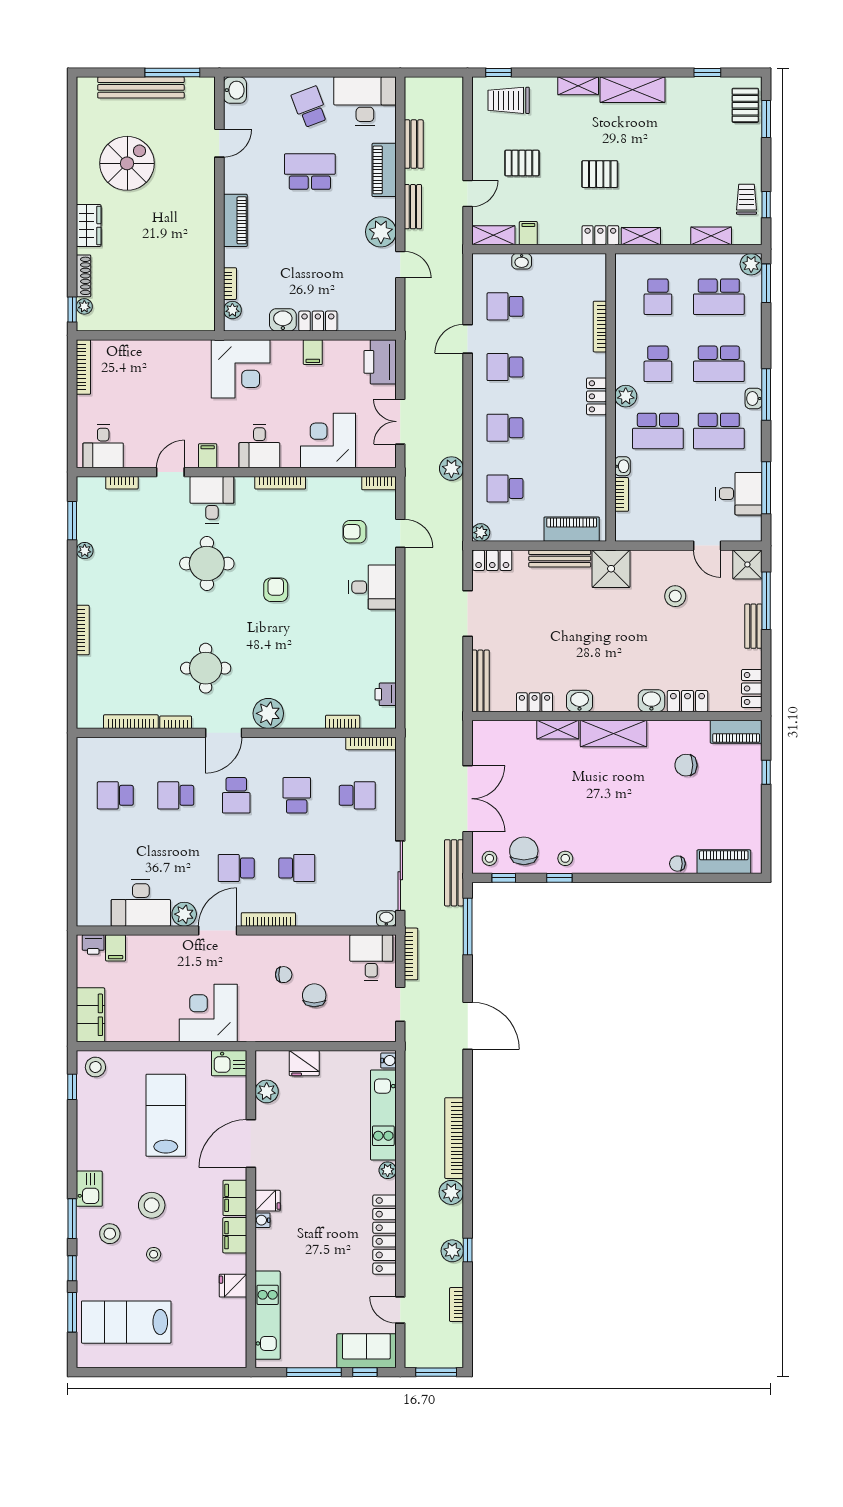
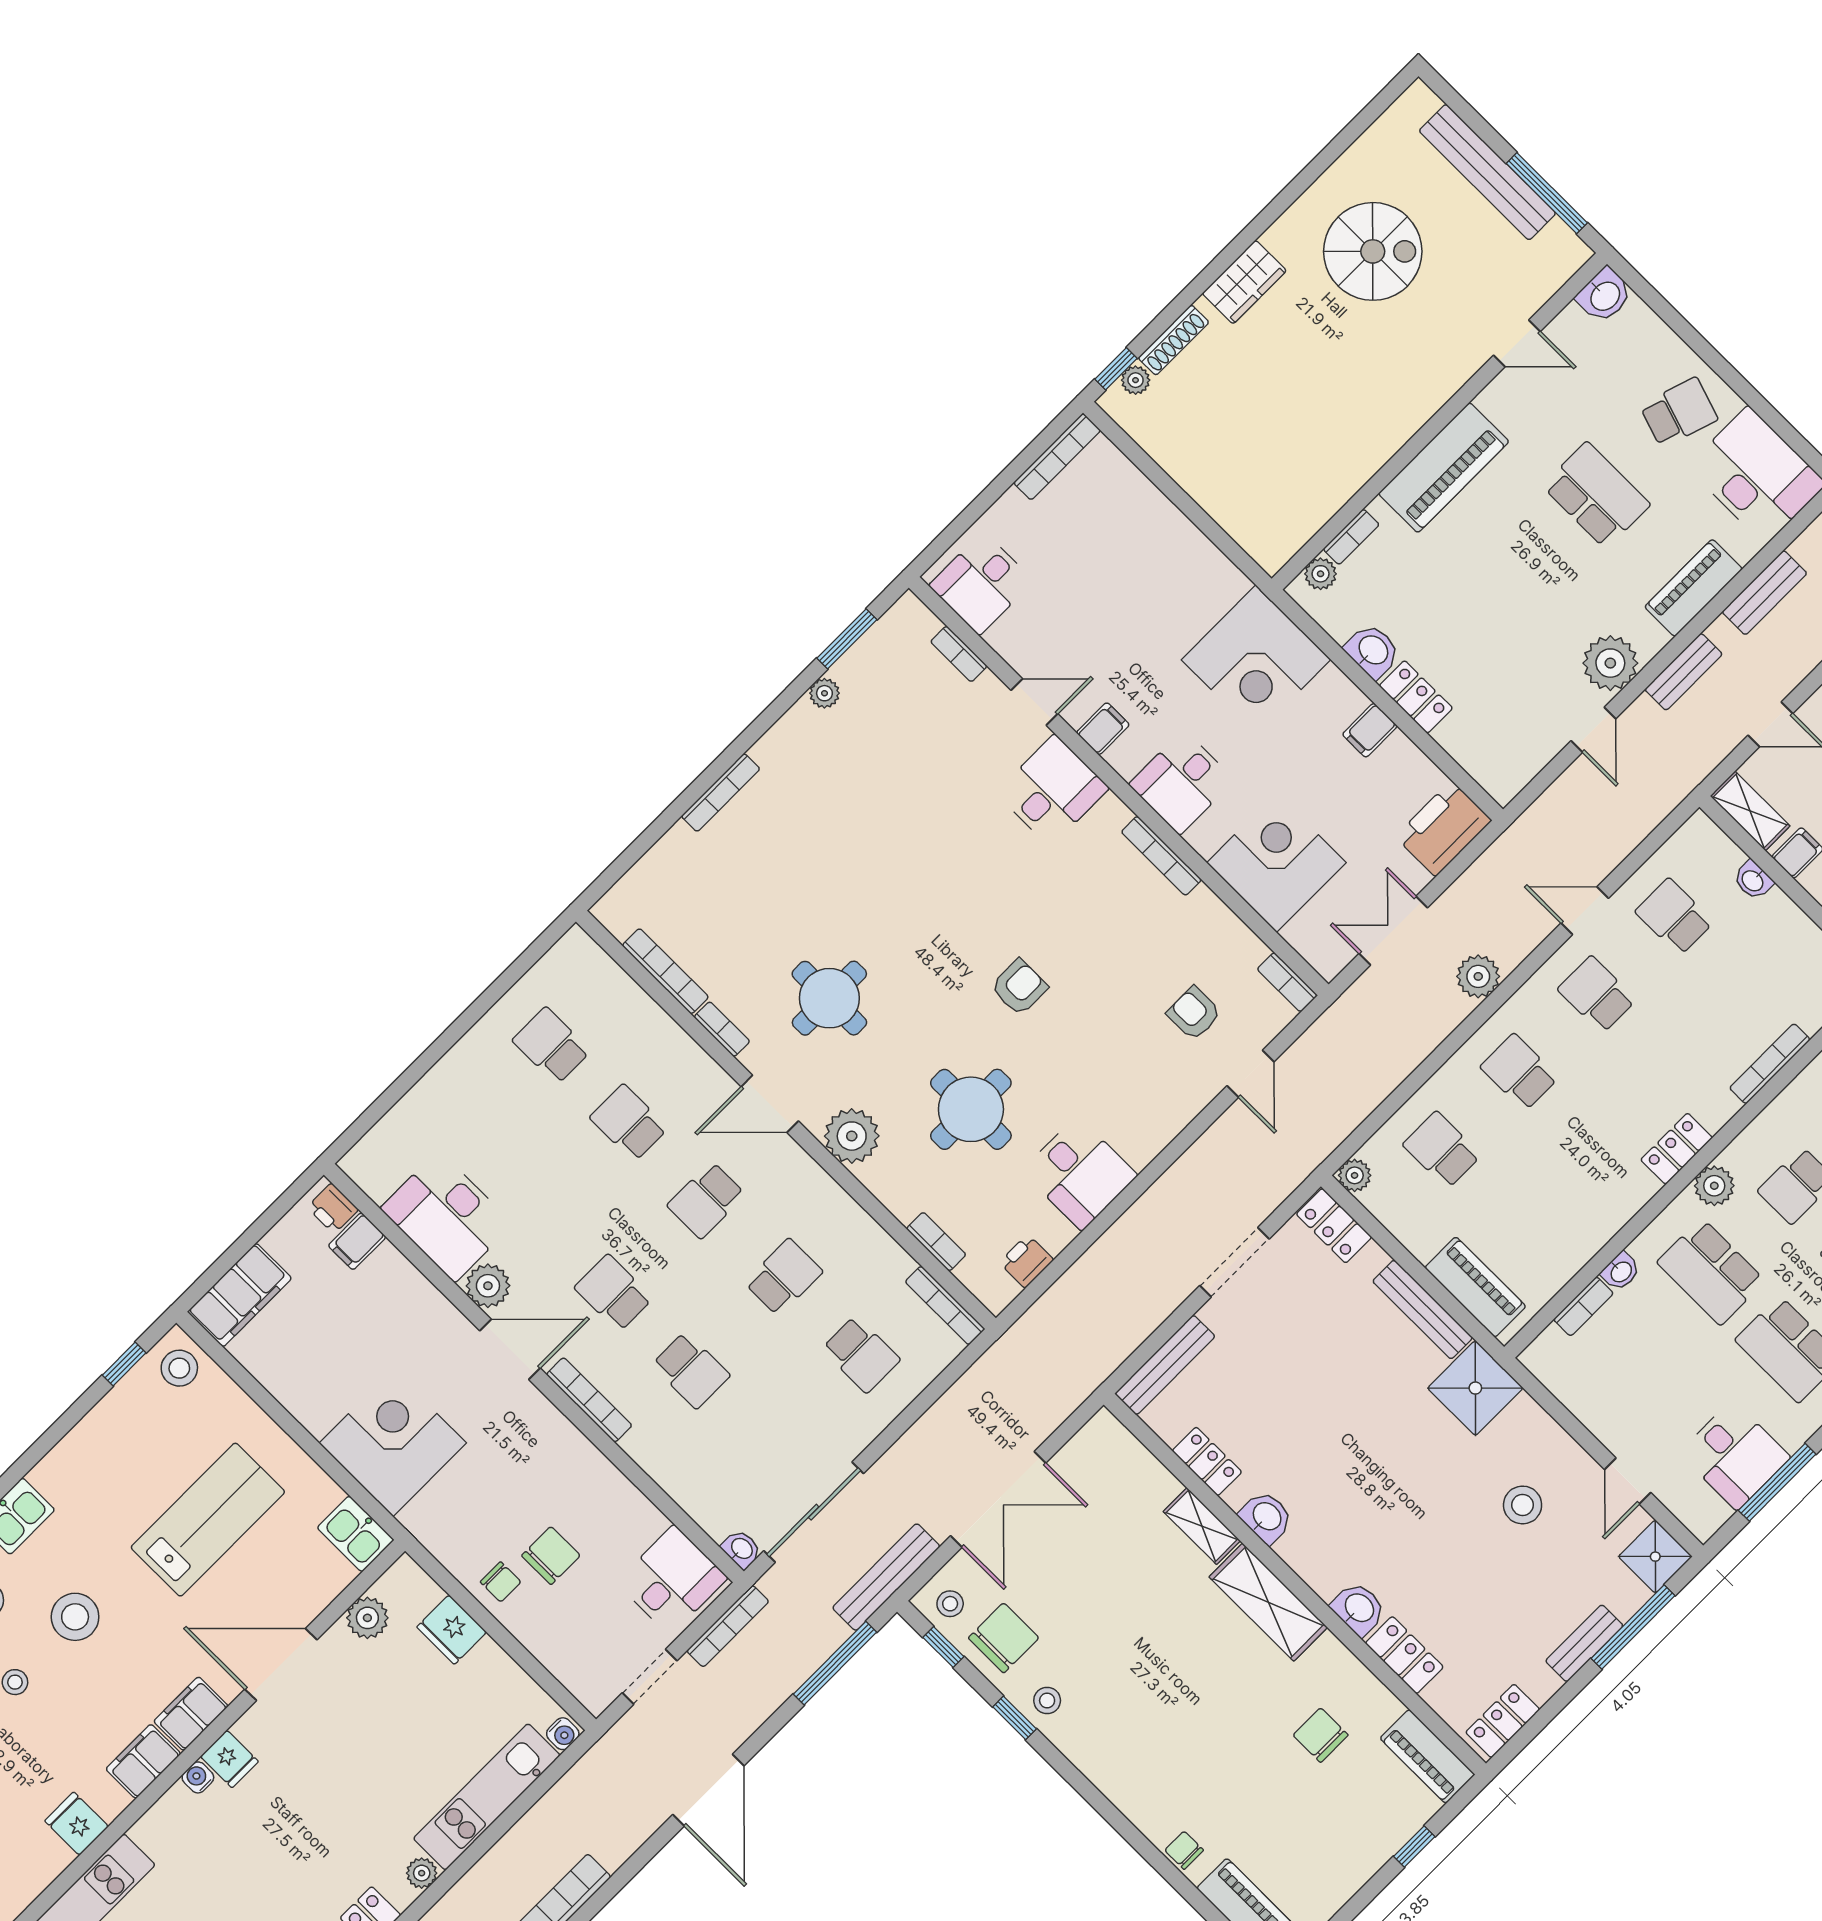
school desk: (310, 107) -> (1679, 412), turned 39
piano: (235, 220) -> (1444, 468), width x1.37, depth x1.33
plant: (451, 469) -> (1478, 976), moved
round table: (207, 564) -> (971, 1109), moved
desk: (372, 587) -> (1080, 1173), moved
chair: (284, 975) -> (501, 1582), moved

